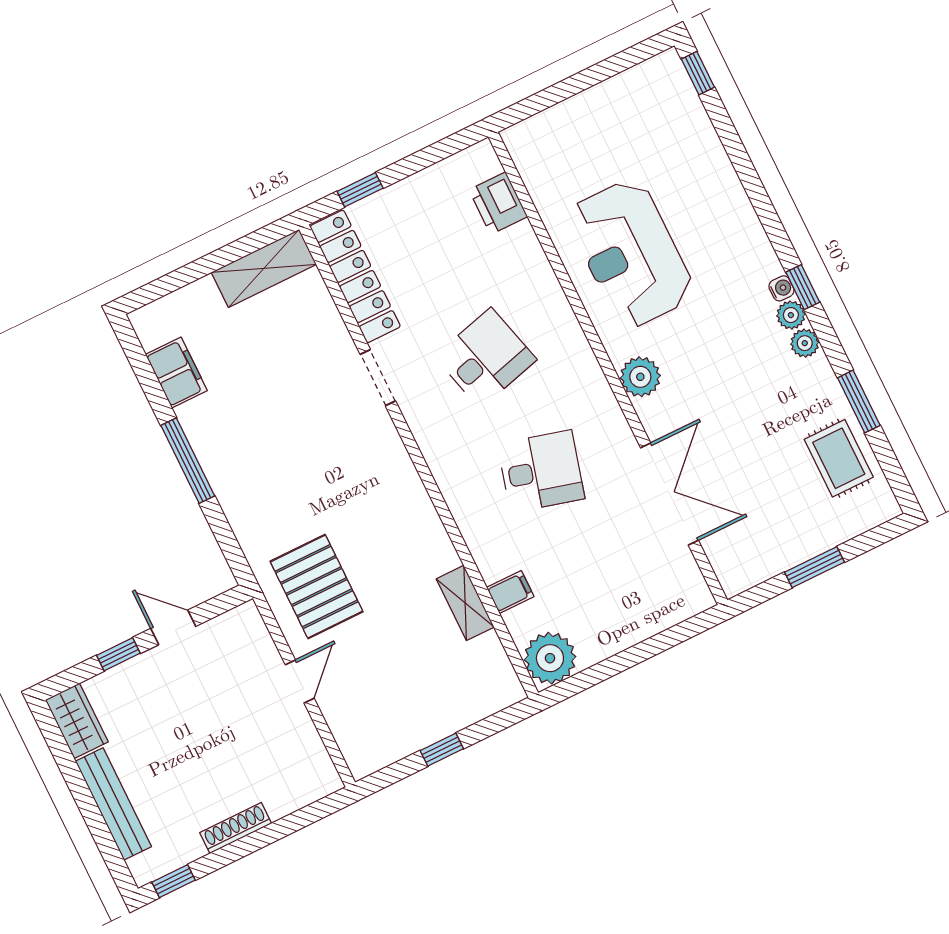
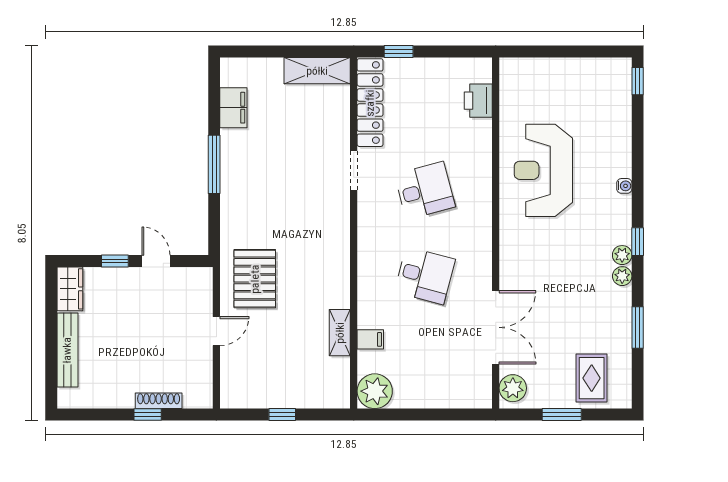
water cooler: (781, 288) -> (624, 186), moved
plant: (640, 377) -> (513, 388), moved
rug: (839, 458) -> (592, 378), moved
shoe rack: (236, 828) -> (159, 401), moved
window: (174, 881) -> (148, 415), moved

